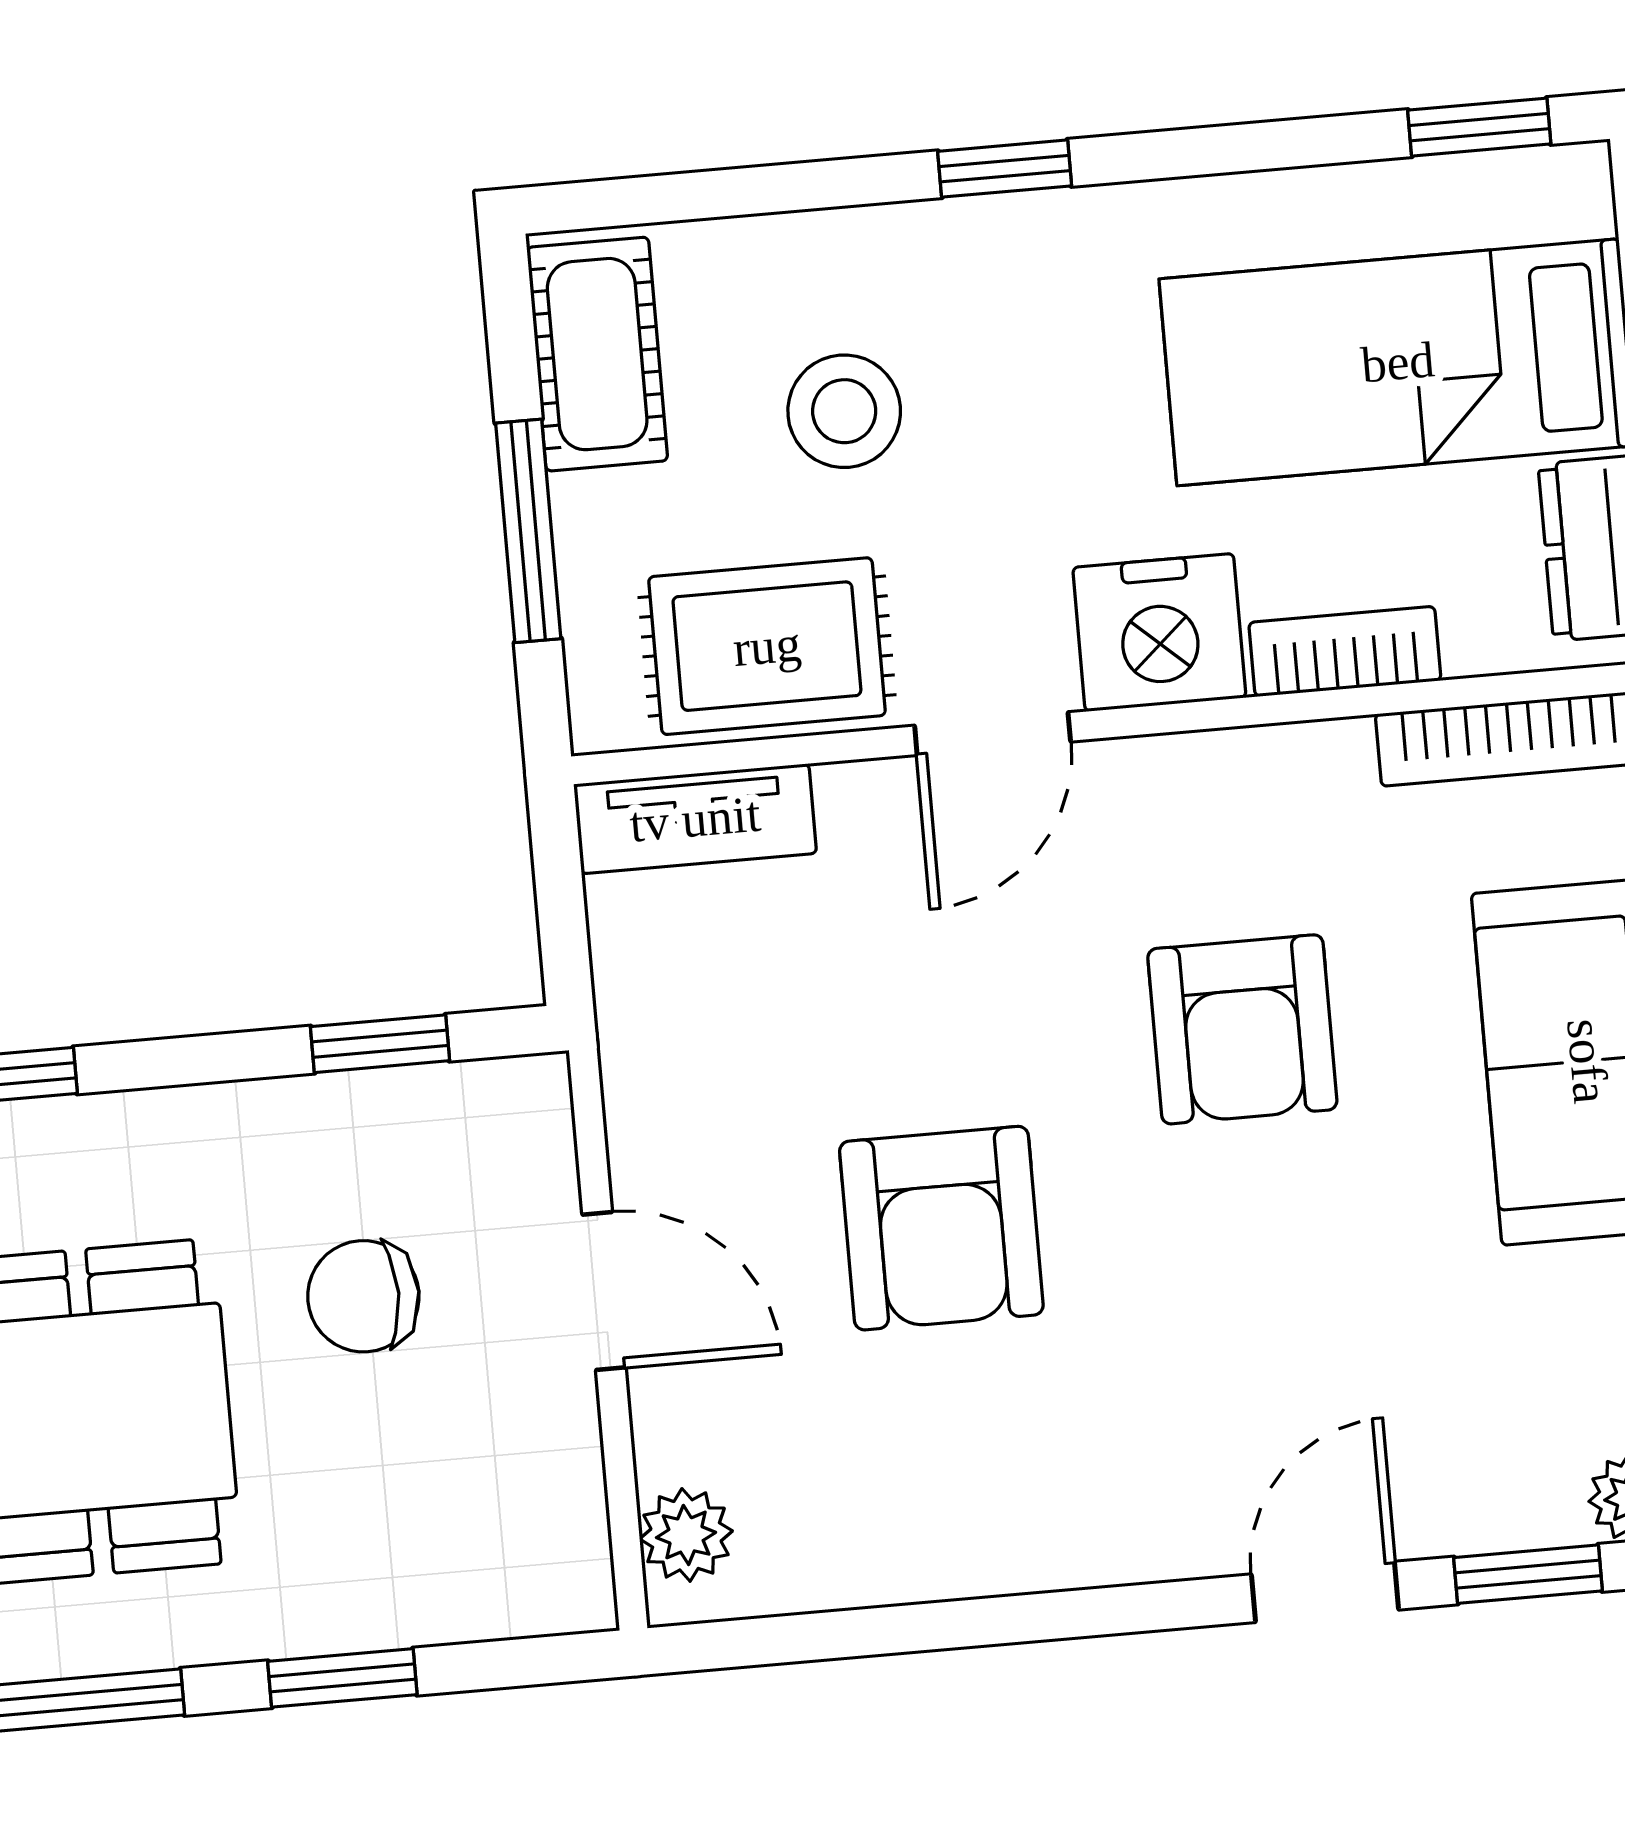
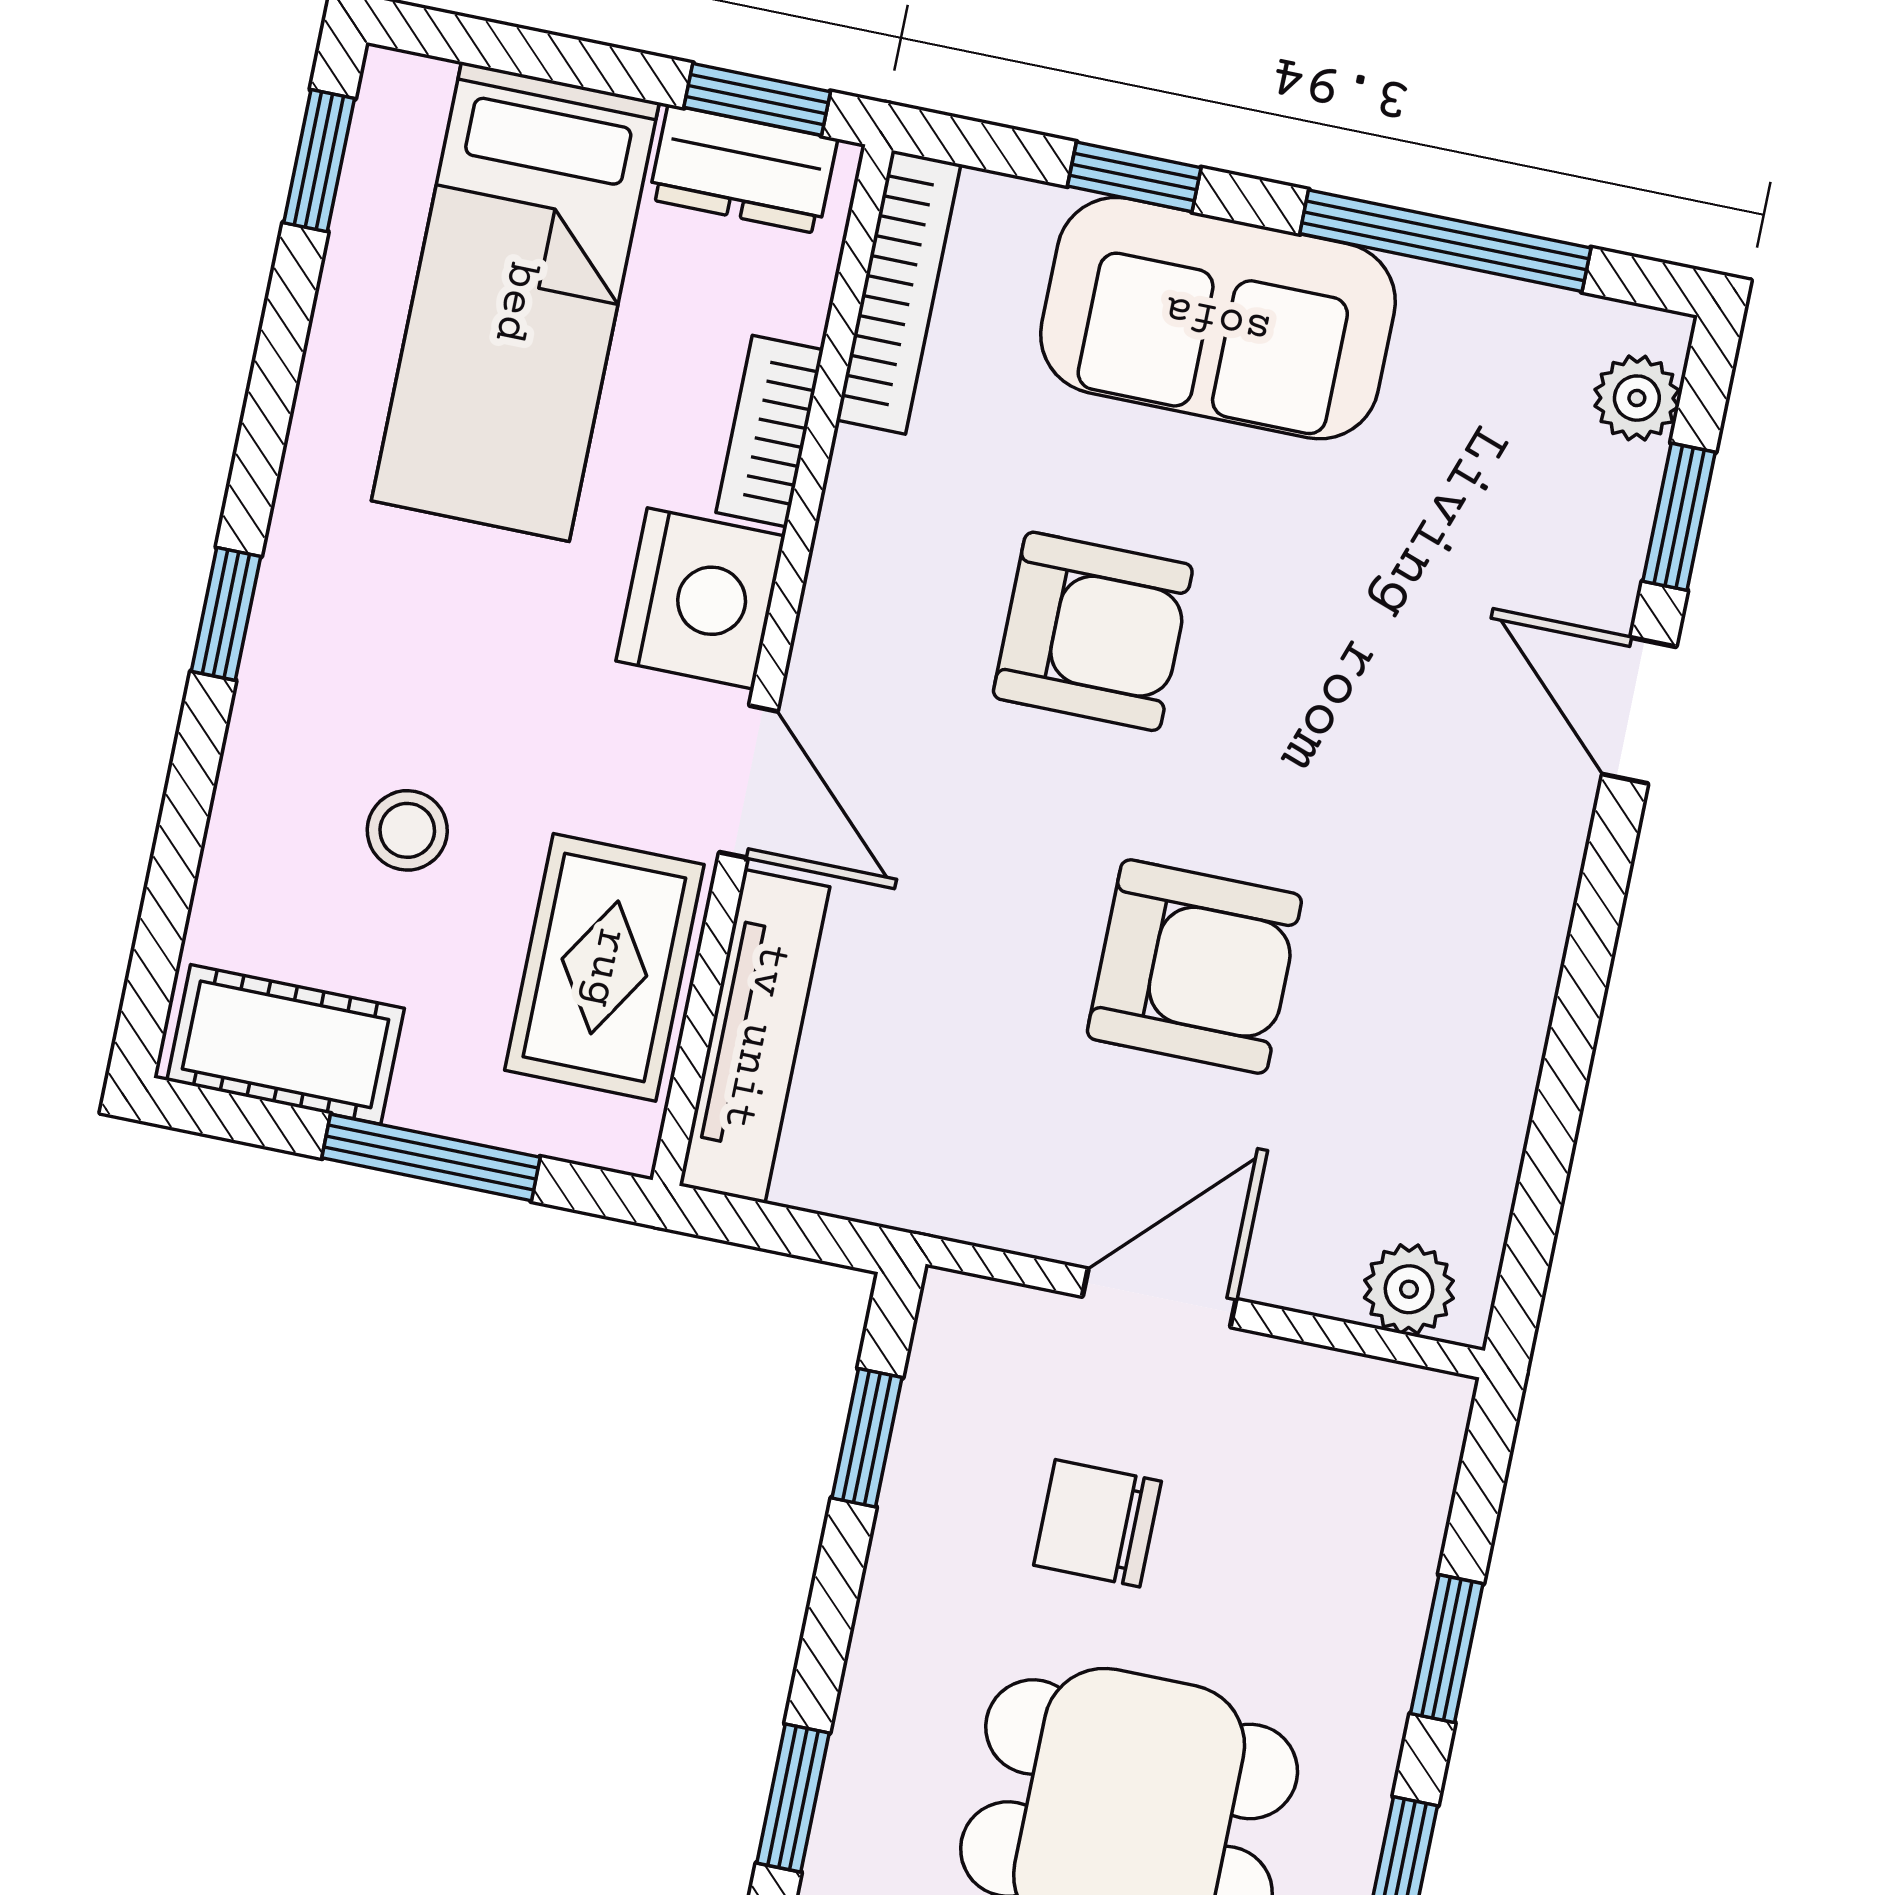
stool: (844, 411) -> (407, 830), width x0.73, depth x0.73
tv unit: (695, 819) -> (755, 1036), width x1.41
chair: (363, 1296) -> (1097, 1523), turned 90

